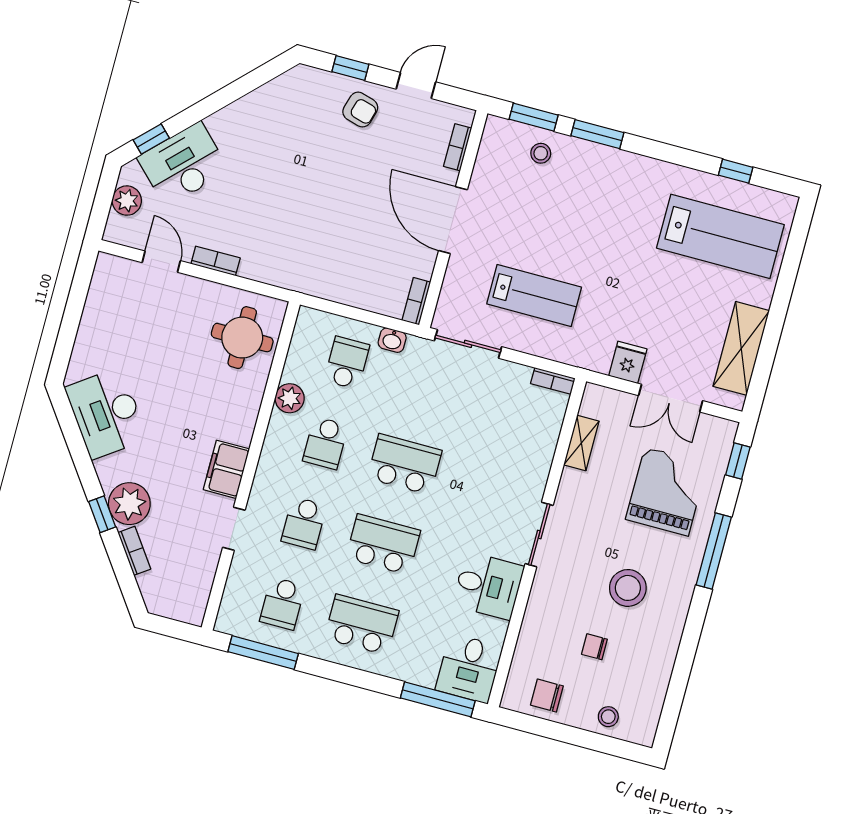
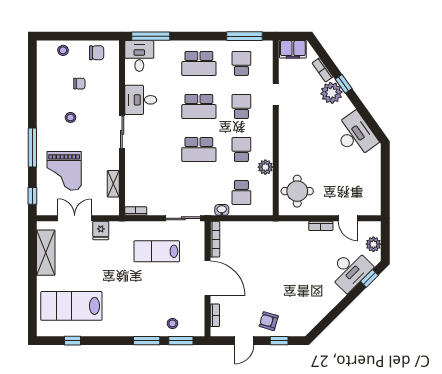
bookcase: (416, 301) -> (215, 239), width x1.56
filing cabinet: (226, 469) -> (293, 49), moved, turned 90
stool: (628, 588) -> (70, 117), width x0.53, depth x0.53

